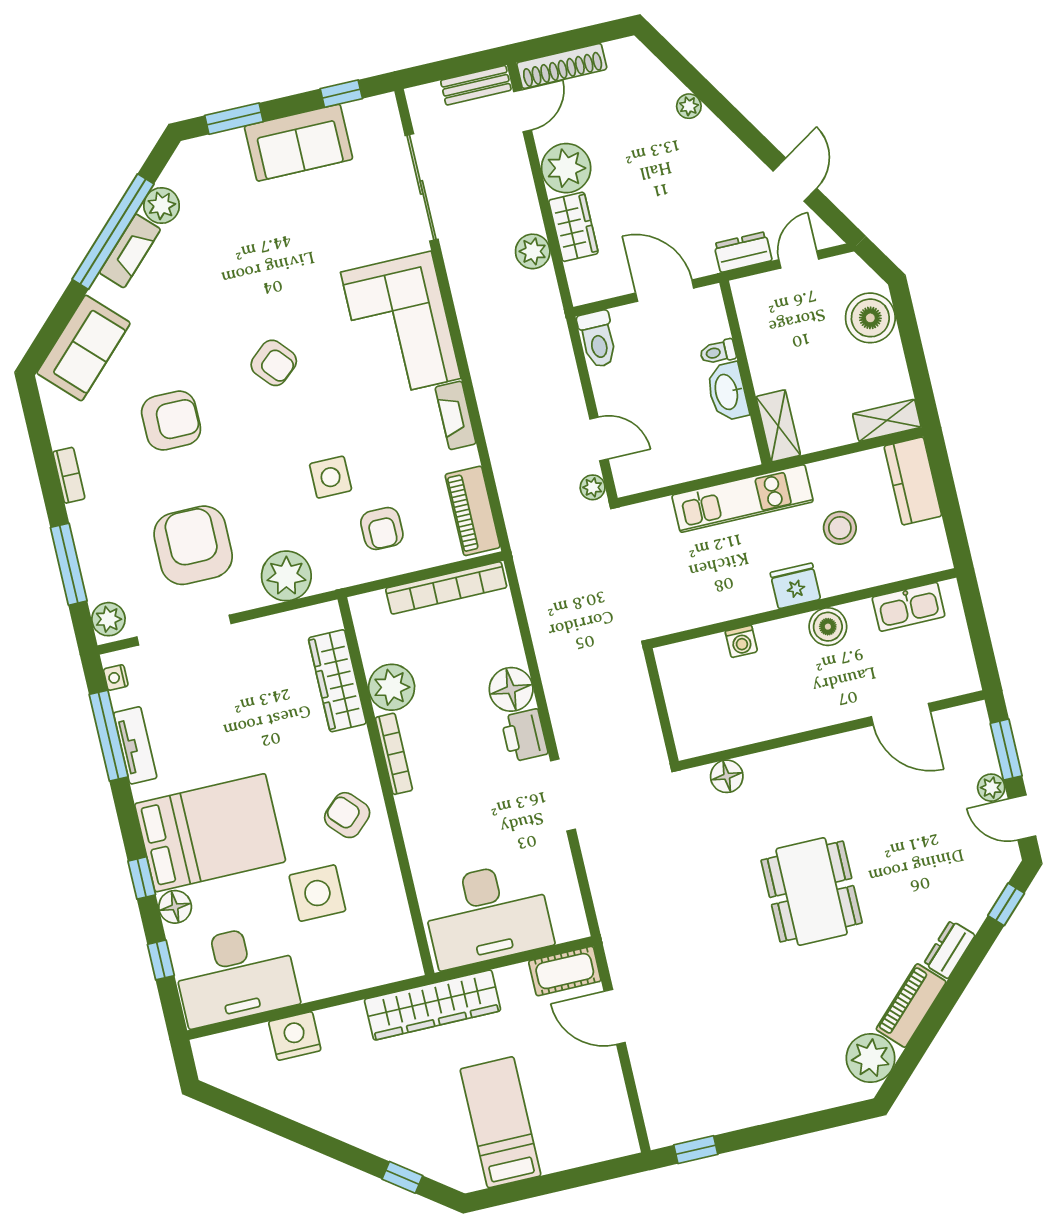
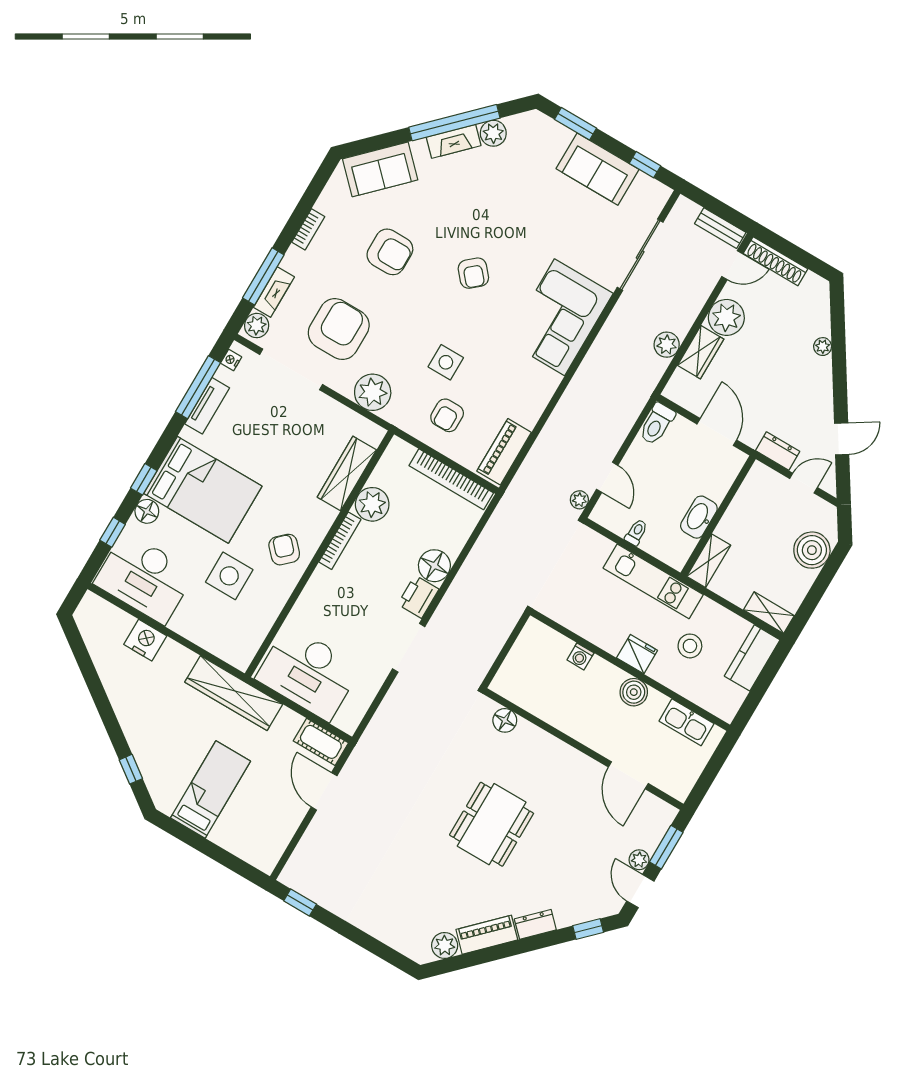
toilet: (718, 352) -> (636, 532), moved, turned 90
fireplace: (456, 415) -> (274, 292), moved, turned 180
plant: (871, 1058) -> (445, 945), width x0.73, depth x0.73

